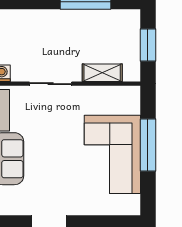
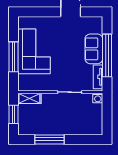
shelving: (102, 73) -> (29, 98), moved

